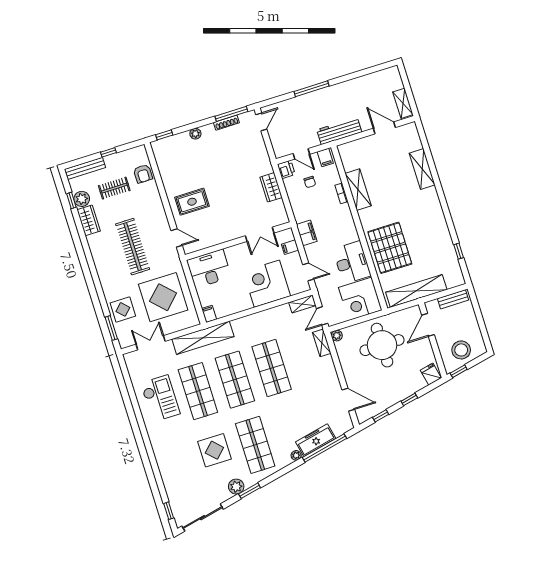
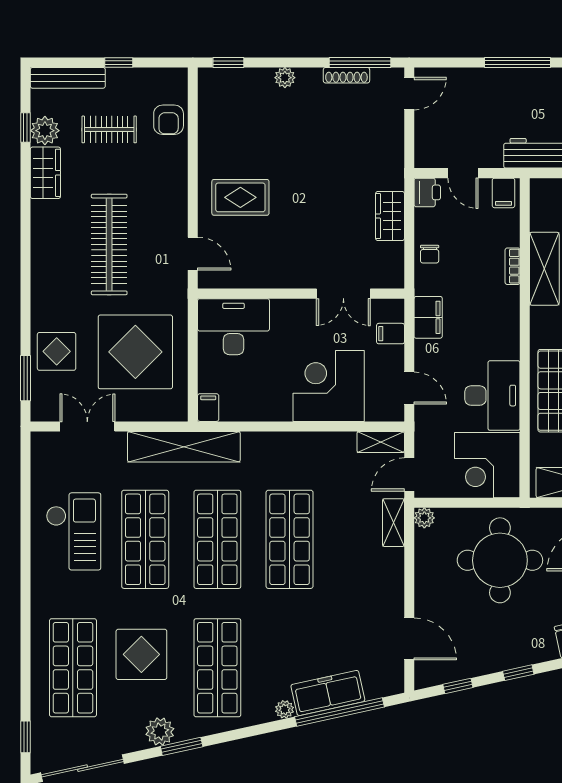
chair: (310, 182) -> (430, 254), moved
shop shelf: (182, 468) -> (73, 668), added

